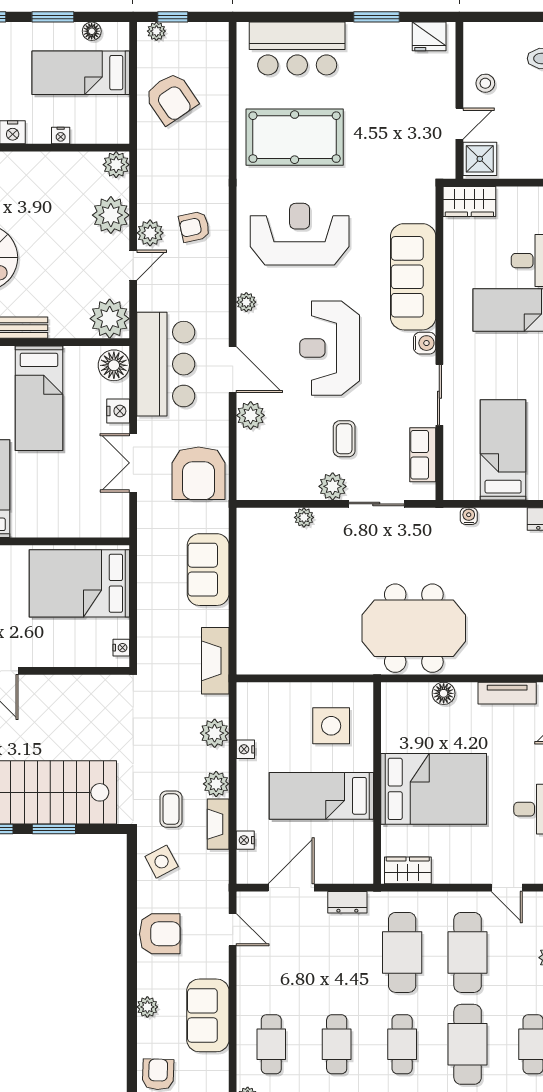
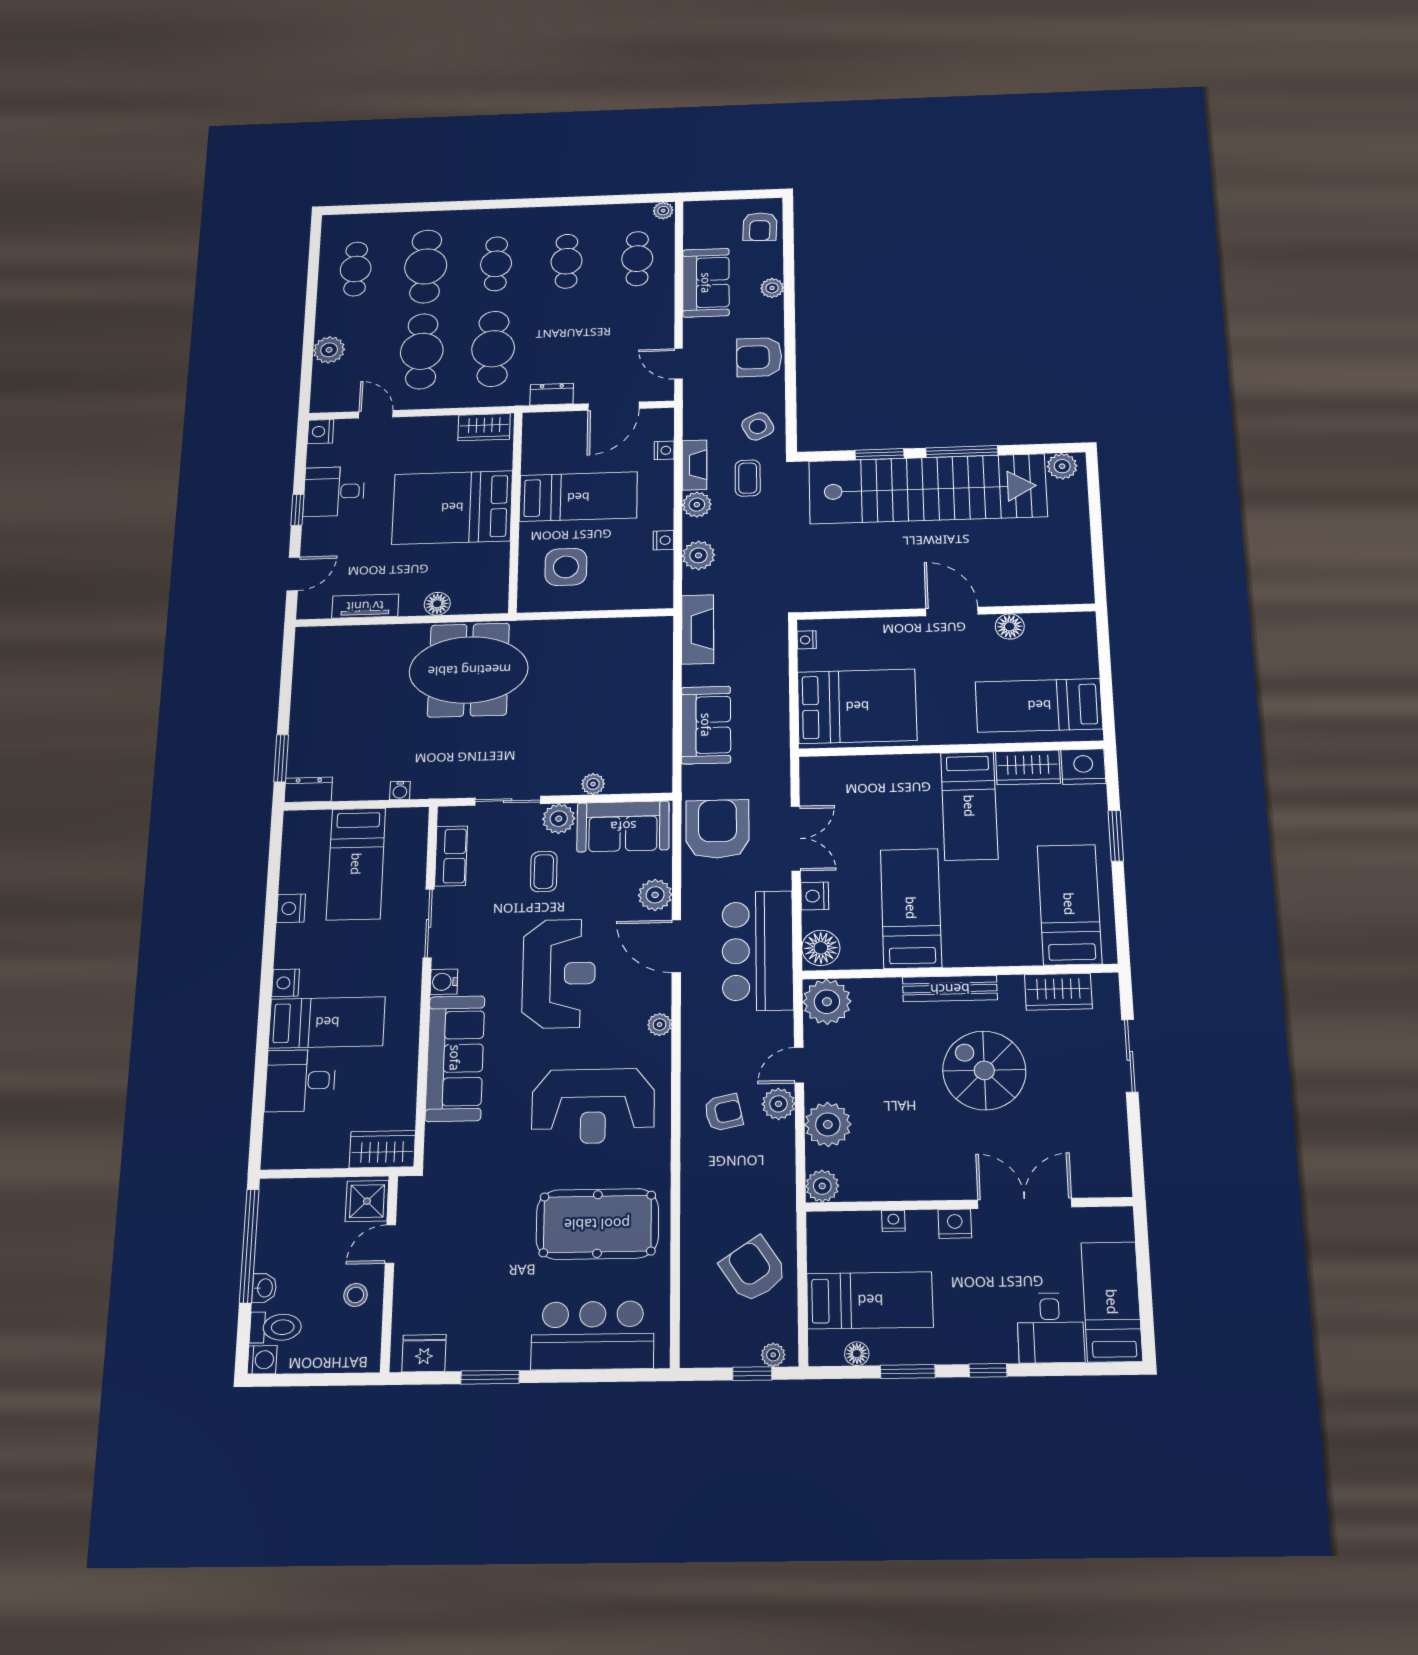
sofa: (278, 478) -> (623, 826), added

